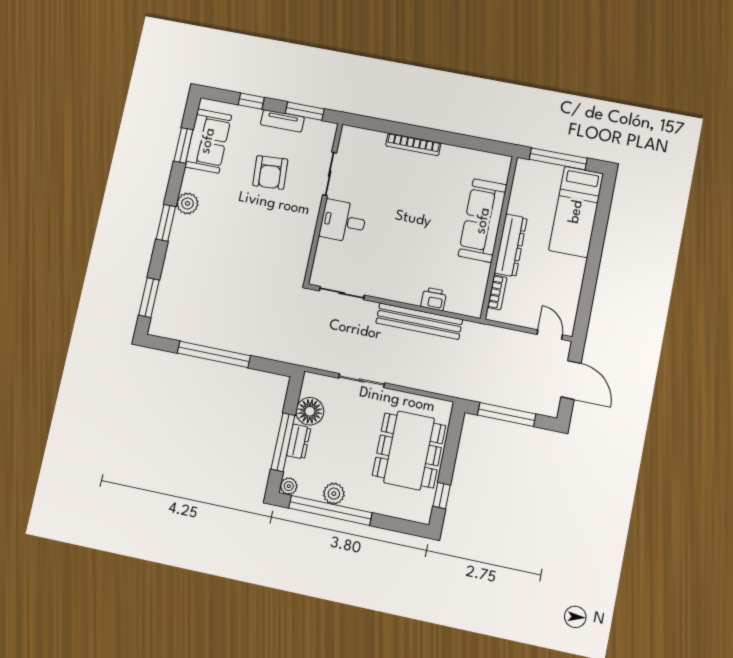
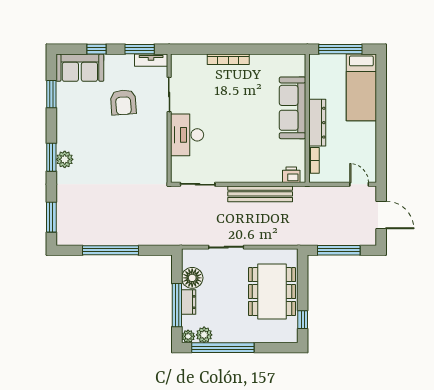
tv unit: (282, 121) -> (151, 60), moved
sofa: (208, 141) -> (80, 68), moved, turned 90
plant: (187, 203) -> (65, 159), moved
desk: (343, 221) -> (187, 135), width x1.37
printer: (434, 299) -> (291, 175), moved
plant: (334, 494) -> (204, 335), moved

